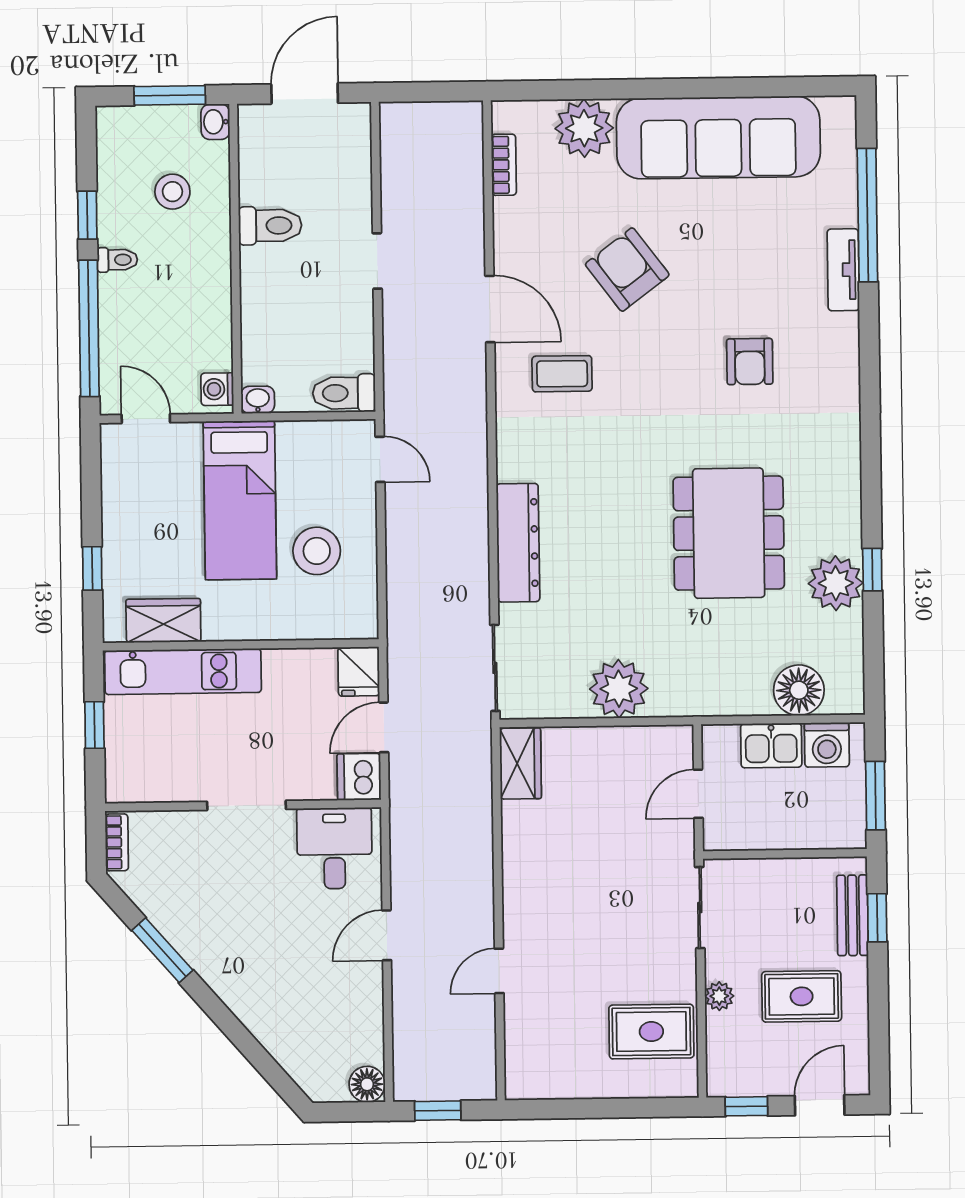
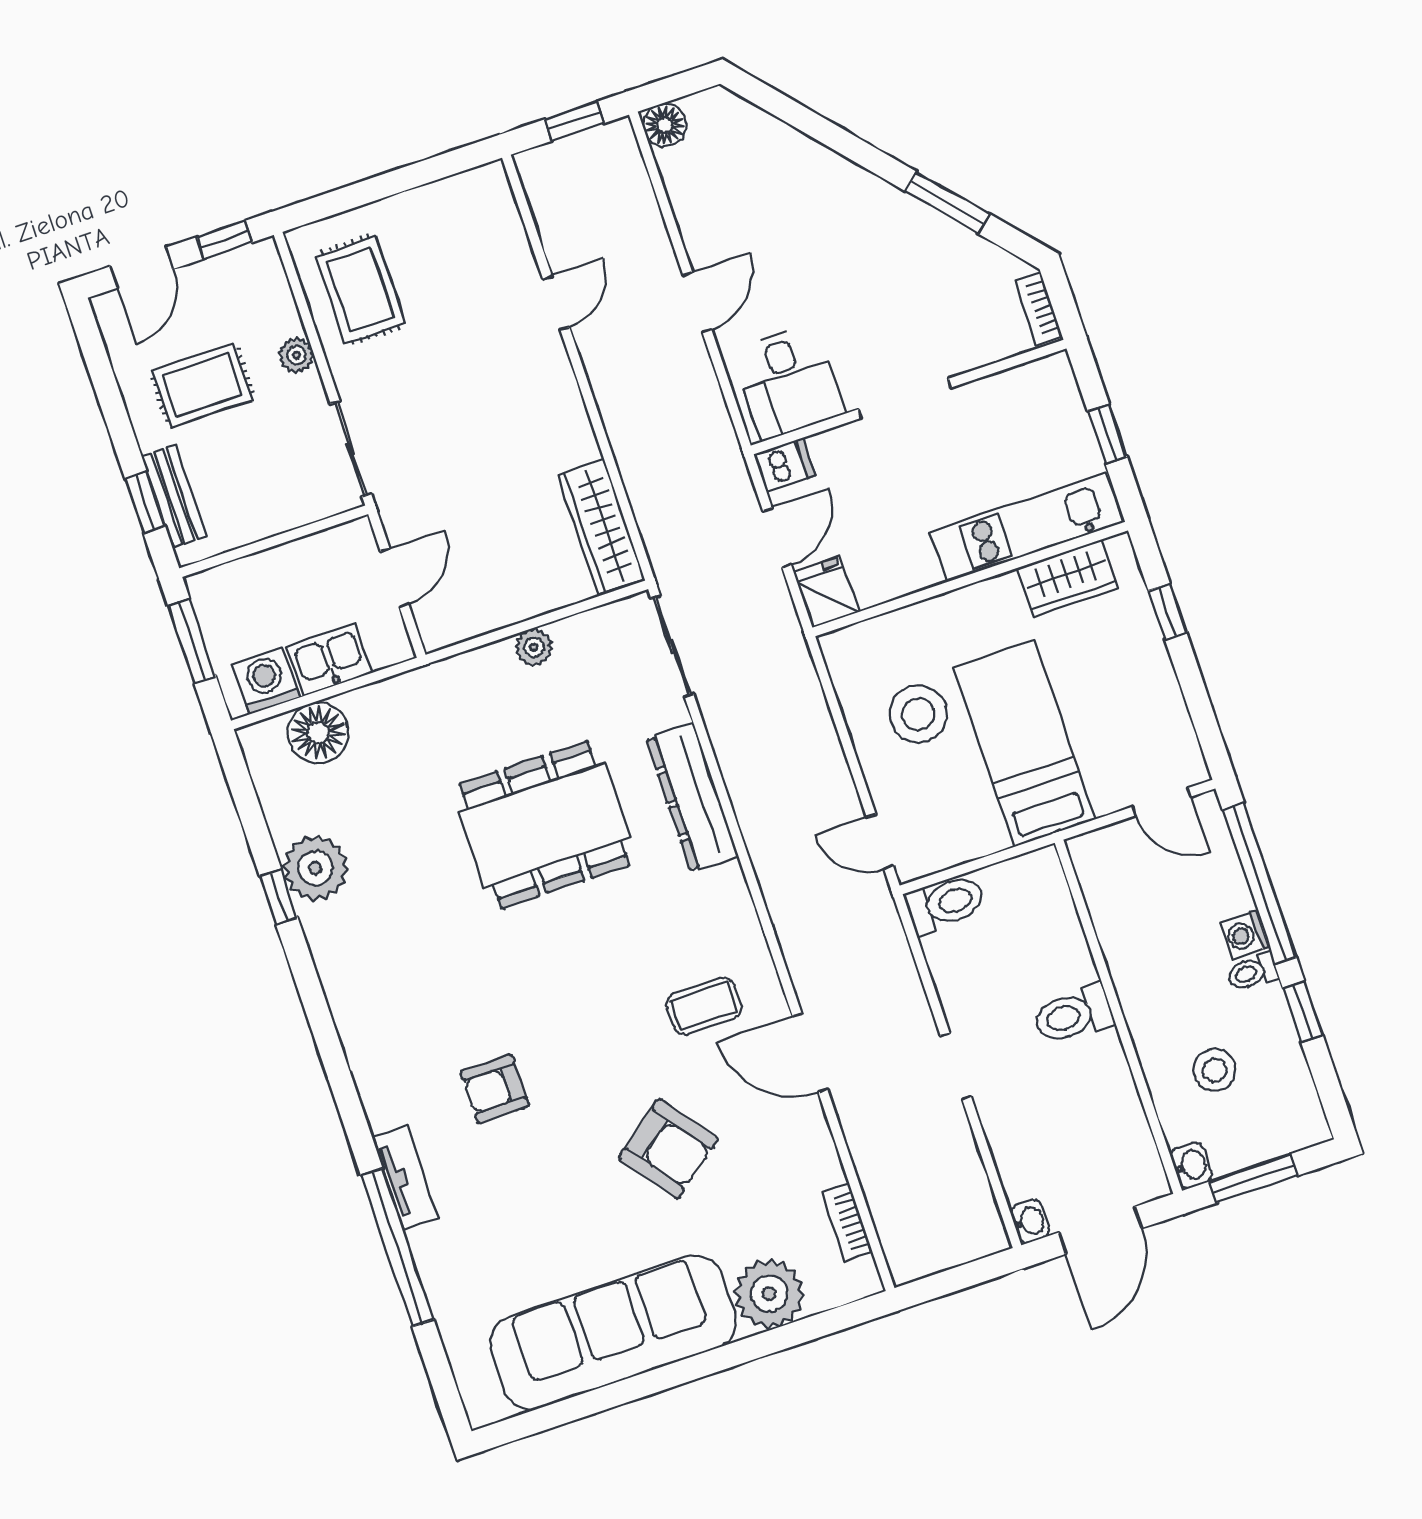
window: (867, 215) -> (397, 1248), moved
toilet: (270, 226) -> (1073, 1015), moved
tv unit: (843, 270) -> (405, 1177), moved
armchair: (750, 362) -> (495, 1089), turned -90
washing machine: (217, 389) -> (1245, 935), moved, turned 180
washbasin: (258, 400) -> (1030, 1221), moved, turned -90
dining table: (729, 533) -> (545, 825), moved, turned 90
plant: (619, 689) -> (534, 647), width x0.53, depth x0.53
wardrobe: (520, 764) -> (601, 527), width x1.50
dishwasher: (359, 777) -> (785, 465), width x0.73
rug: (651, 1032) -> (360, 290), turned 90

